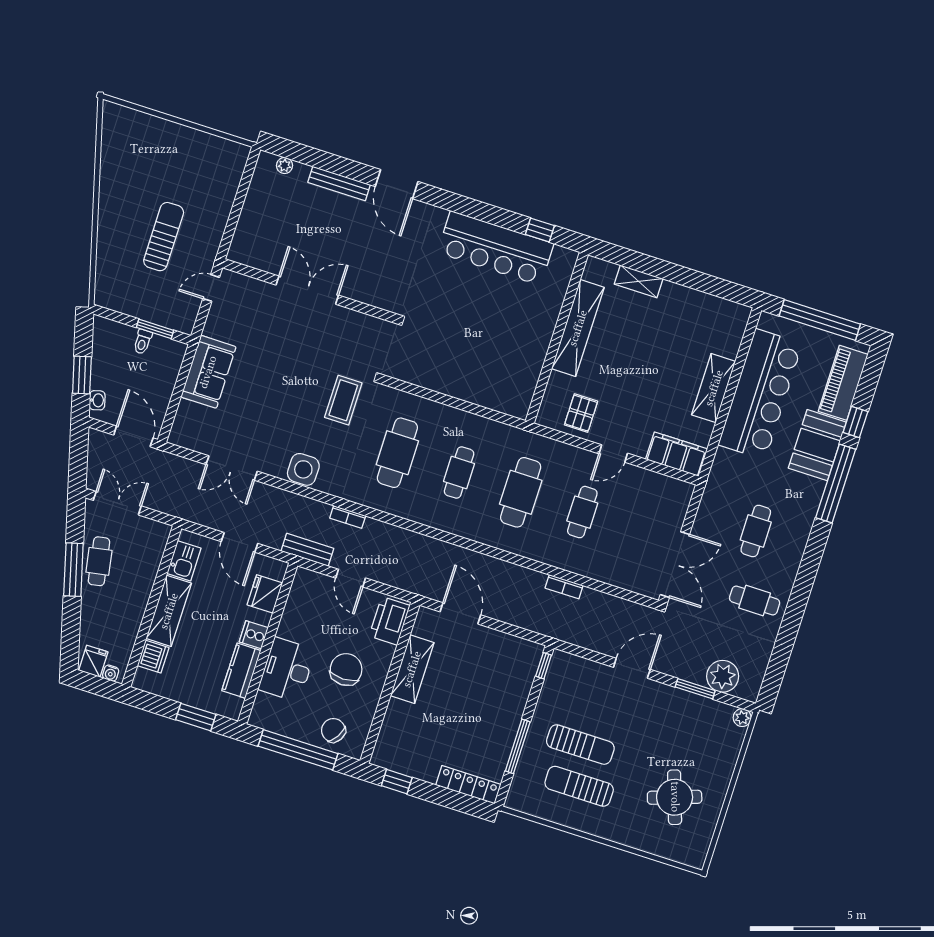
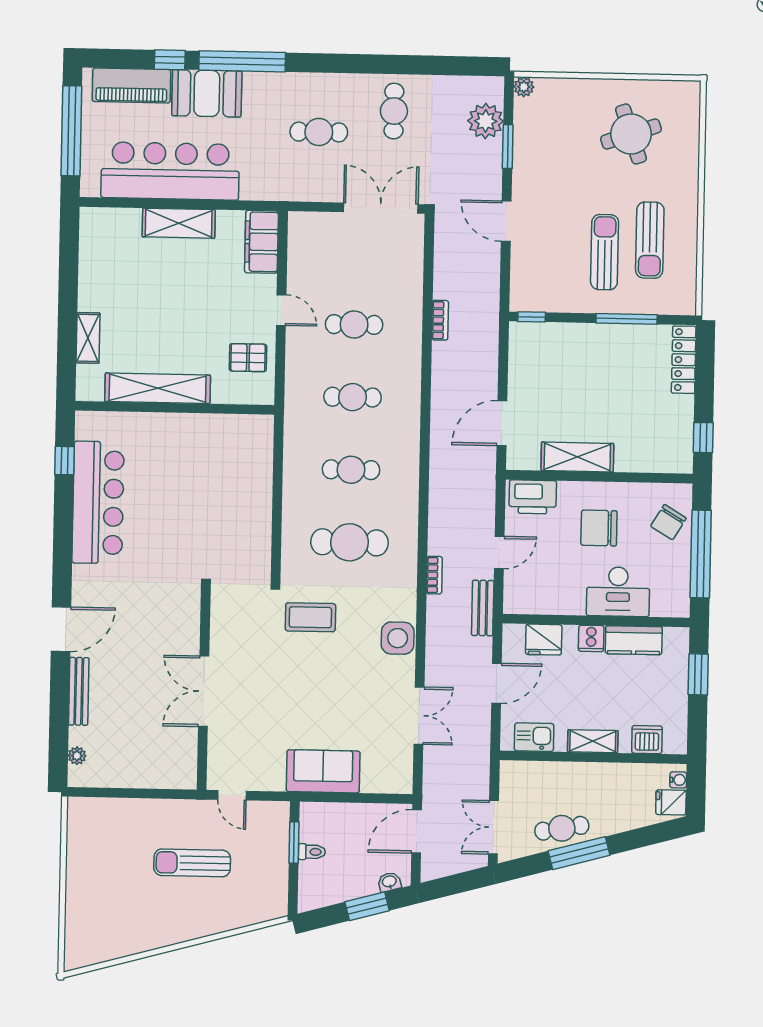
cafe table: (521, 492) -> (353, 397), width x0.73, depth x0.74
shelving: (169, 611) -> (593, 741), width x0.67, depth x0.75

